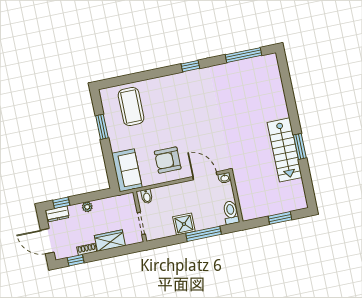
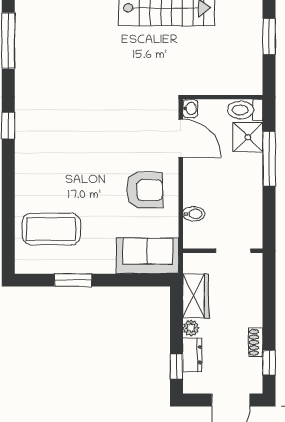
armchair: (168, 160) -> (145, 190), turned -90
door: (205, 176) -> (181, 138), swing flipped
bidet: (147, 196) -> (194, 214), moved
dresser: (57, 214) -> (192, 355), moved
shower: (184, 224) -> (248, 137), moved
wardrobe: (110, 241) -> (196, 296), moved, turned 180

